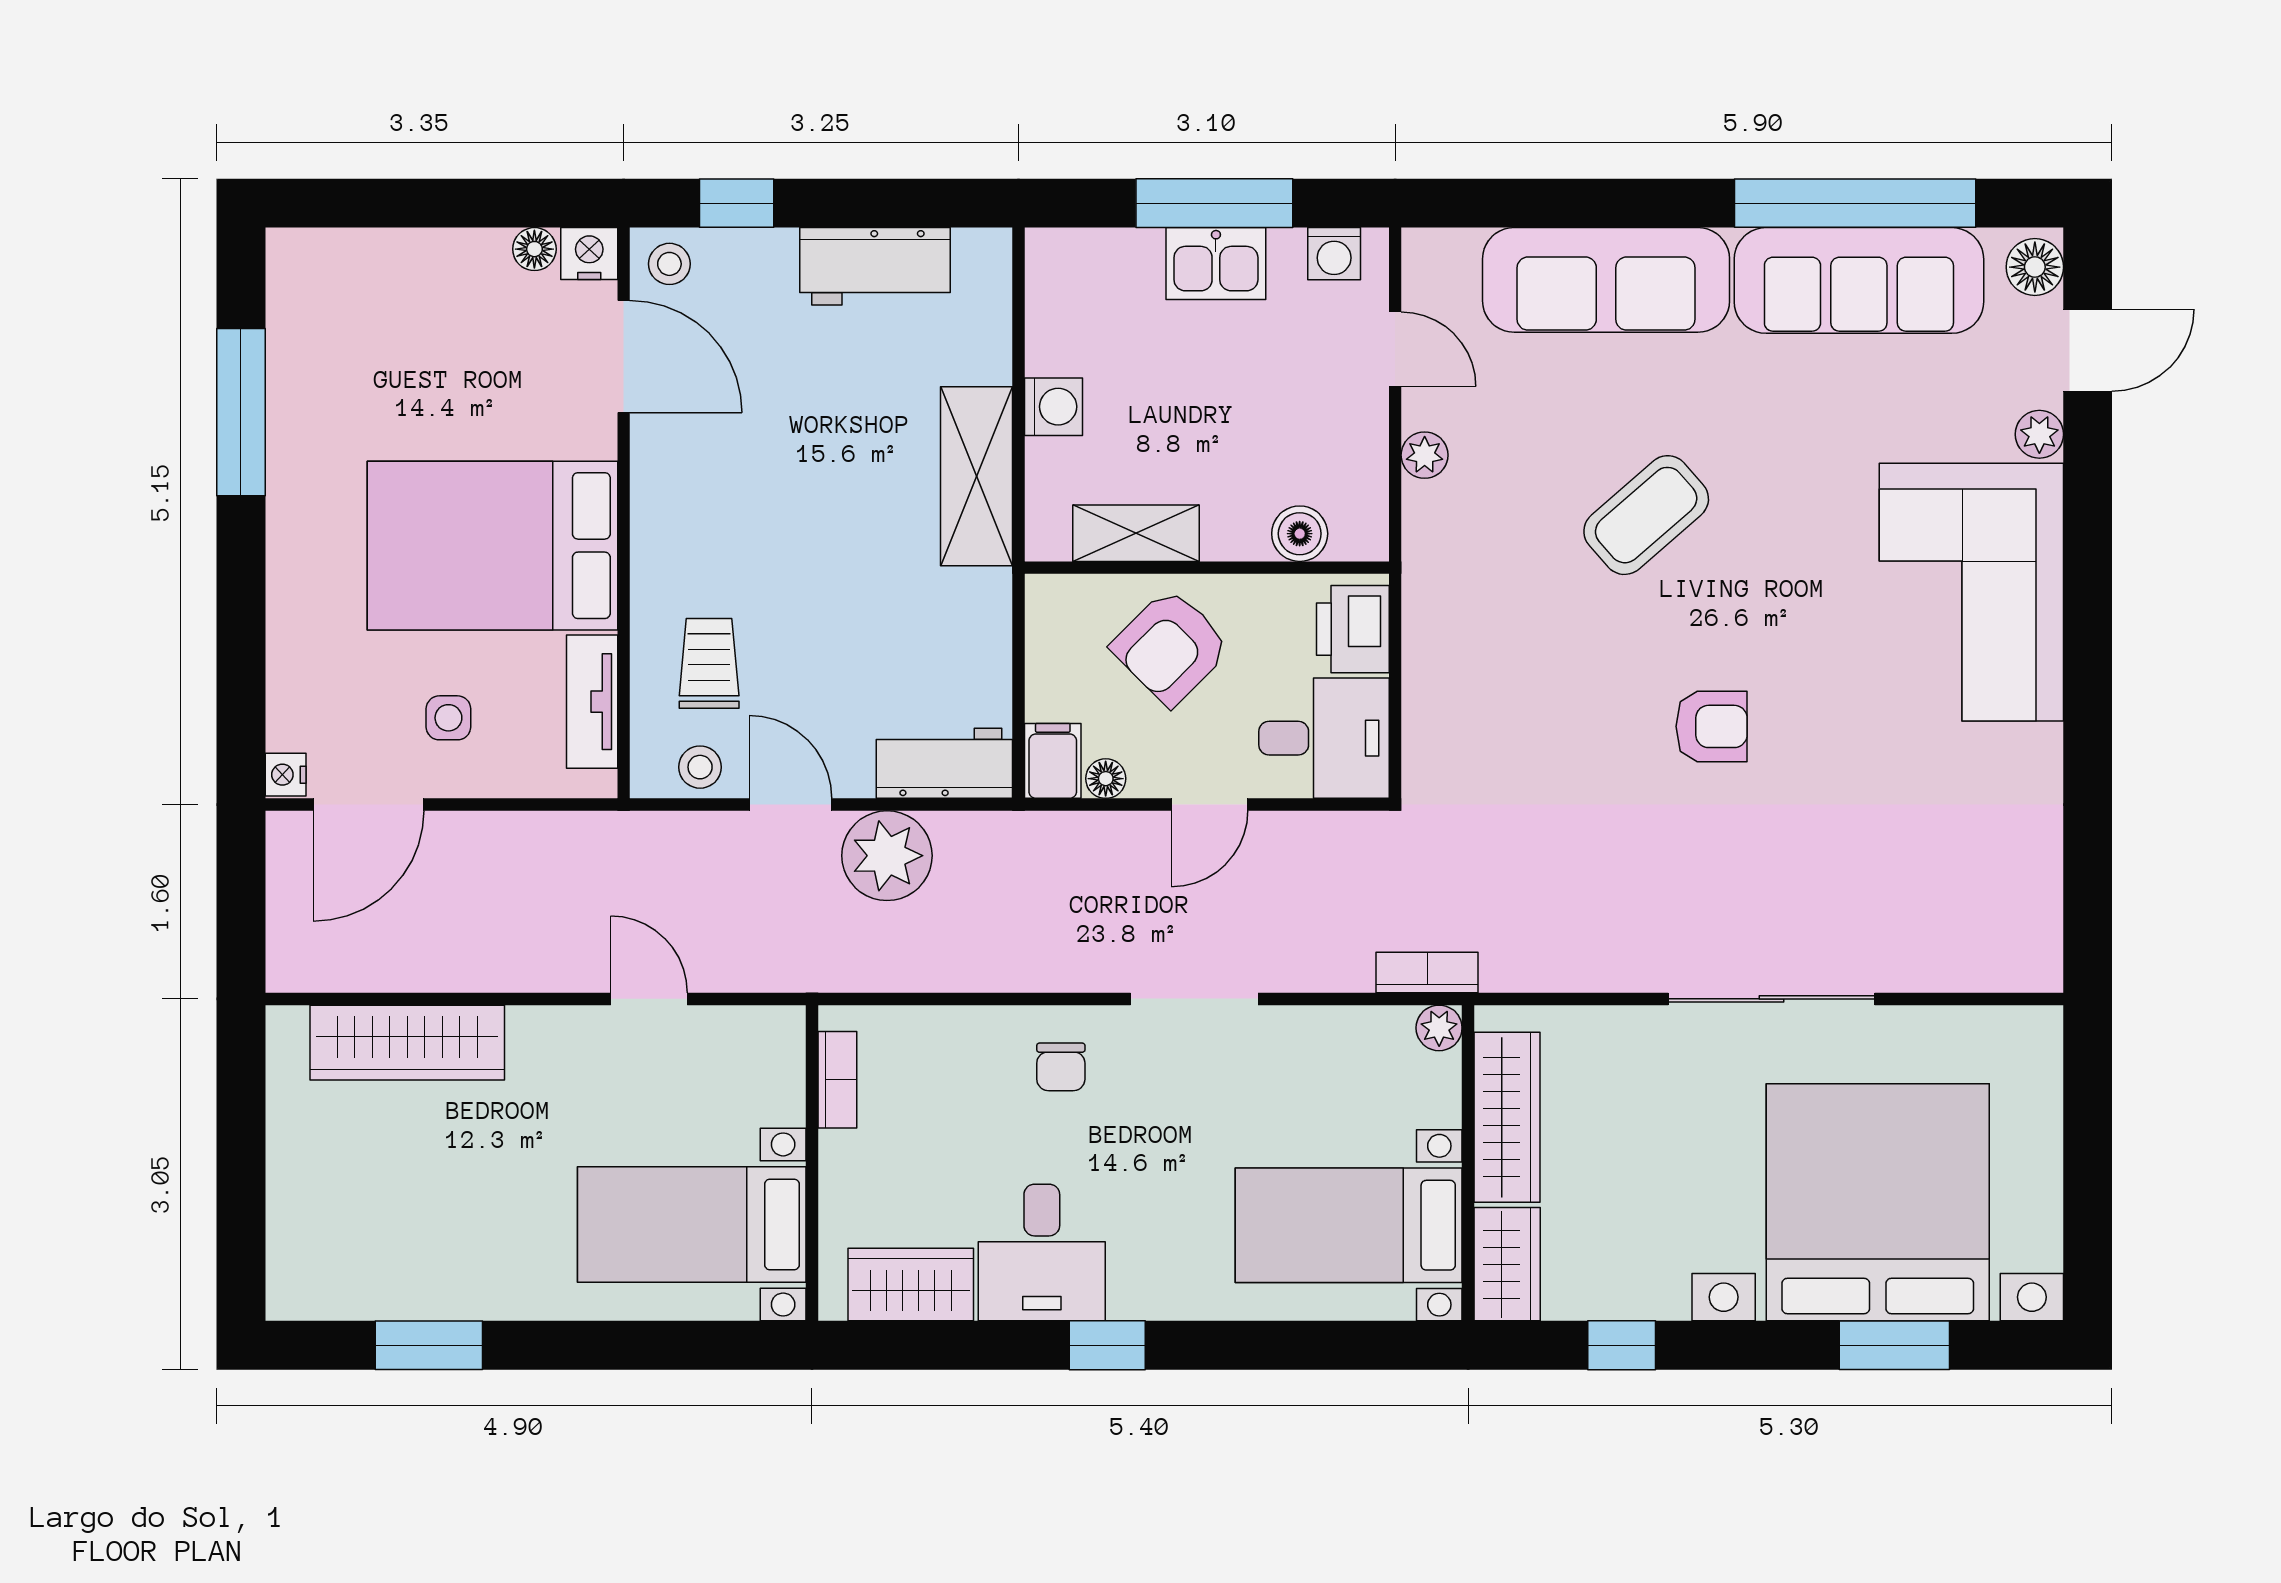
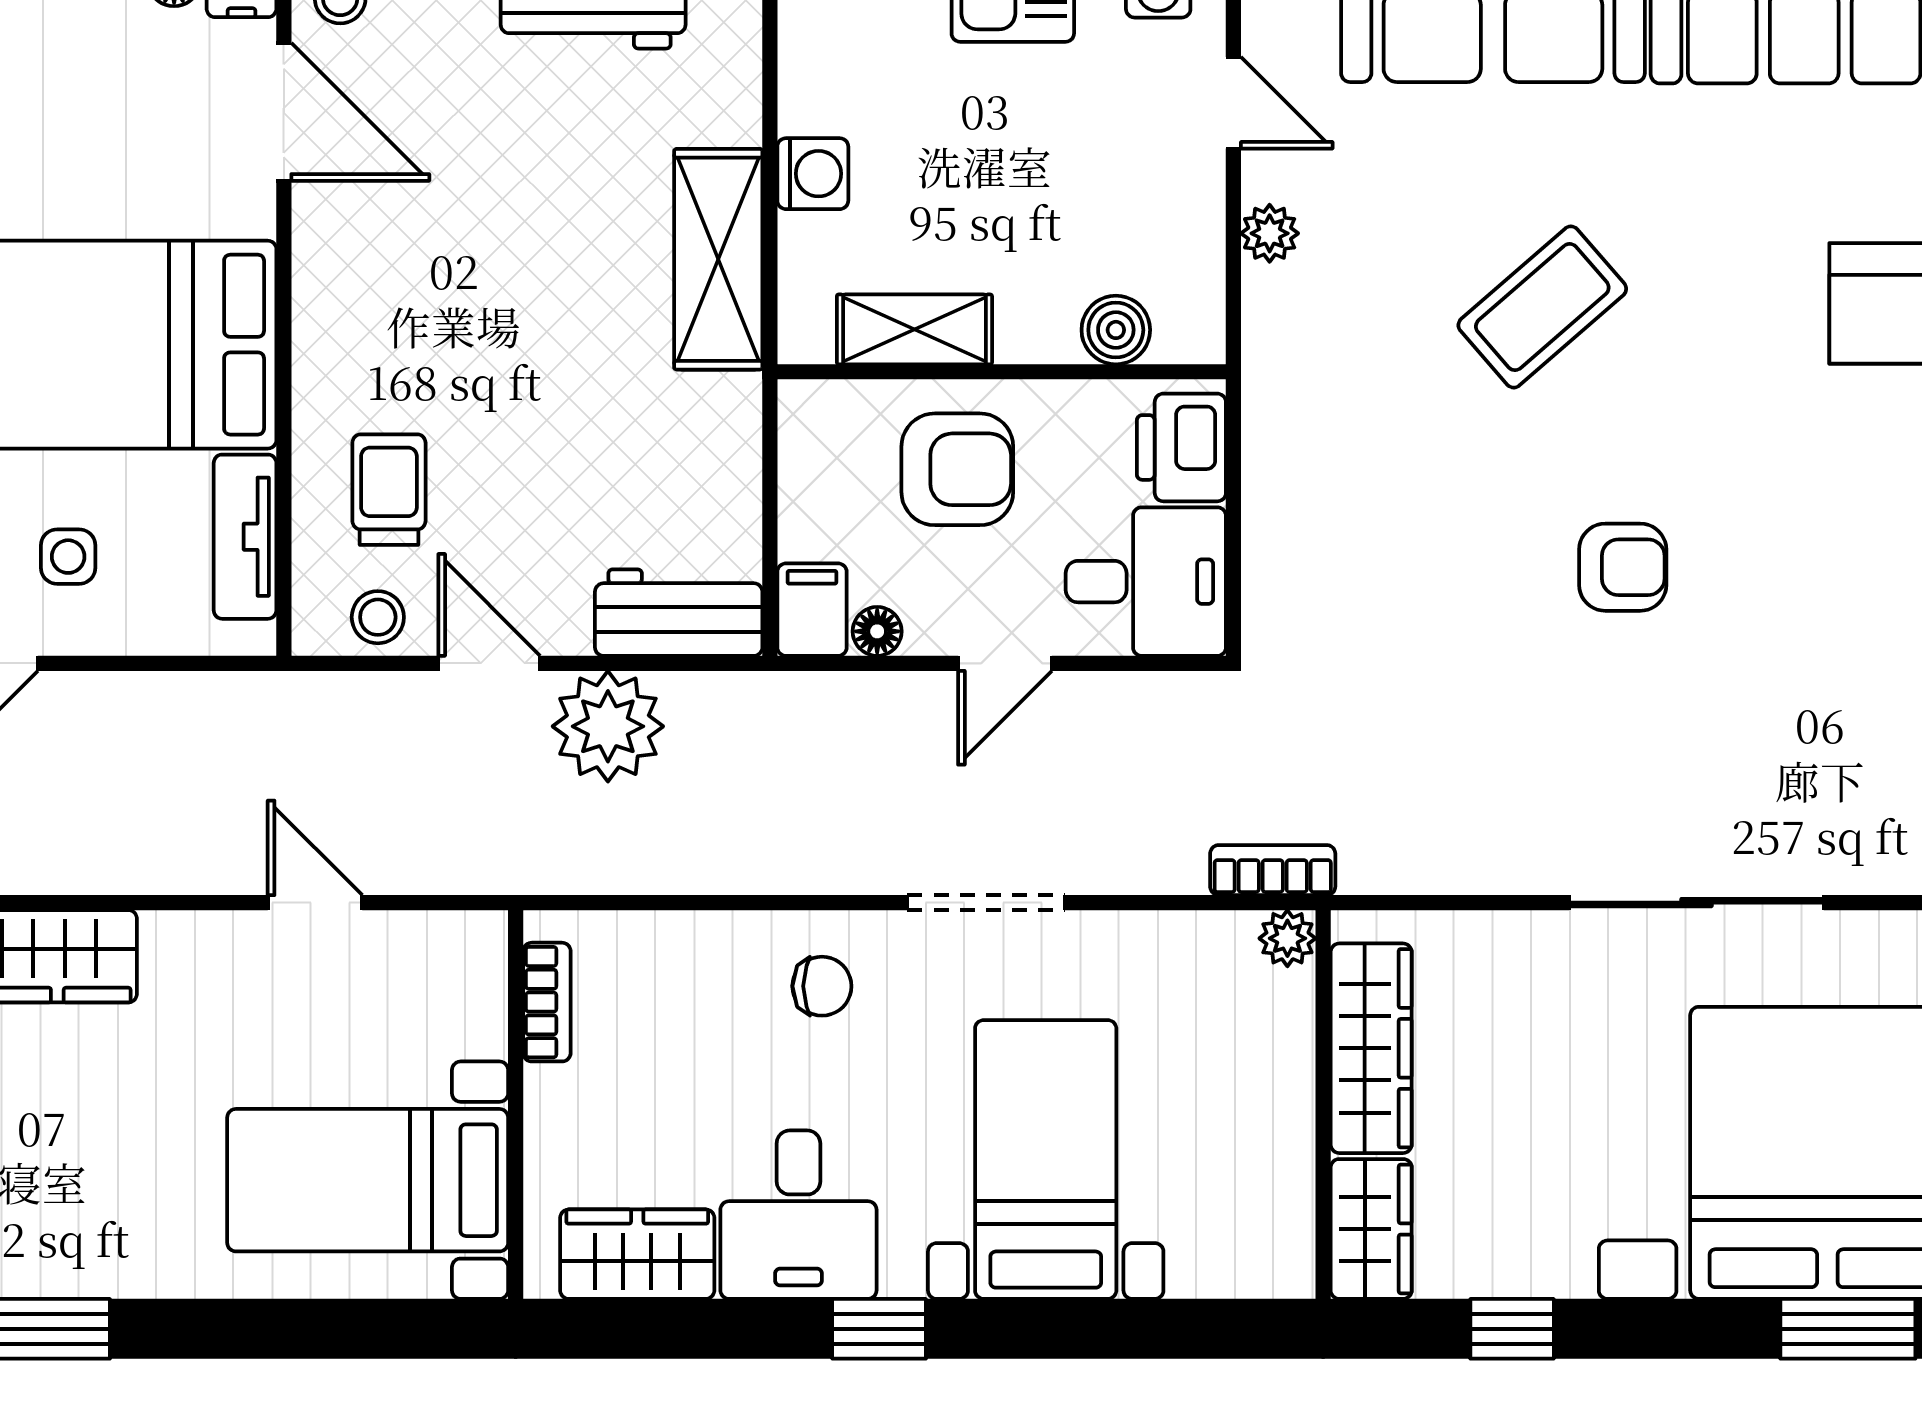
armchair: (1171, 647) -> (957, 469), turned -135
chair: (1061, 1067) -> (822, 986), turned -90
bed with nightstands: (1349, 1225) -> (1046, 1159), moved, turned 90

